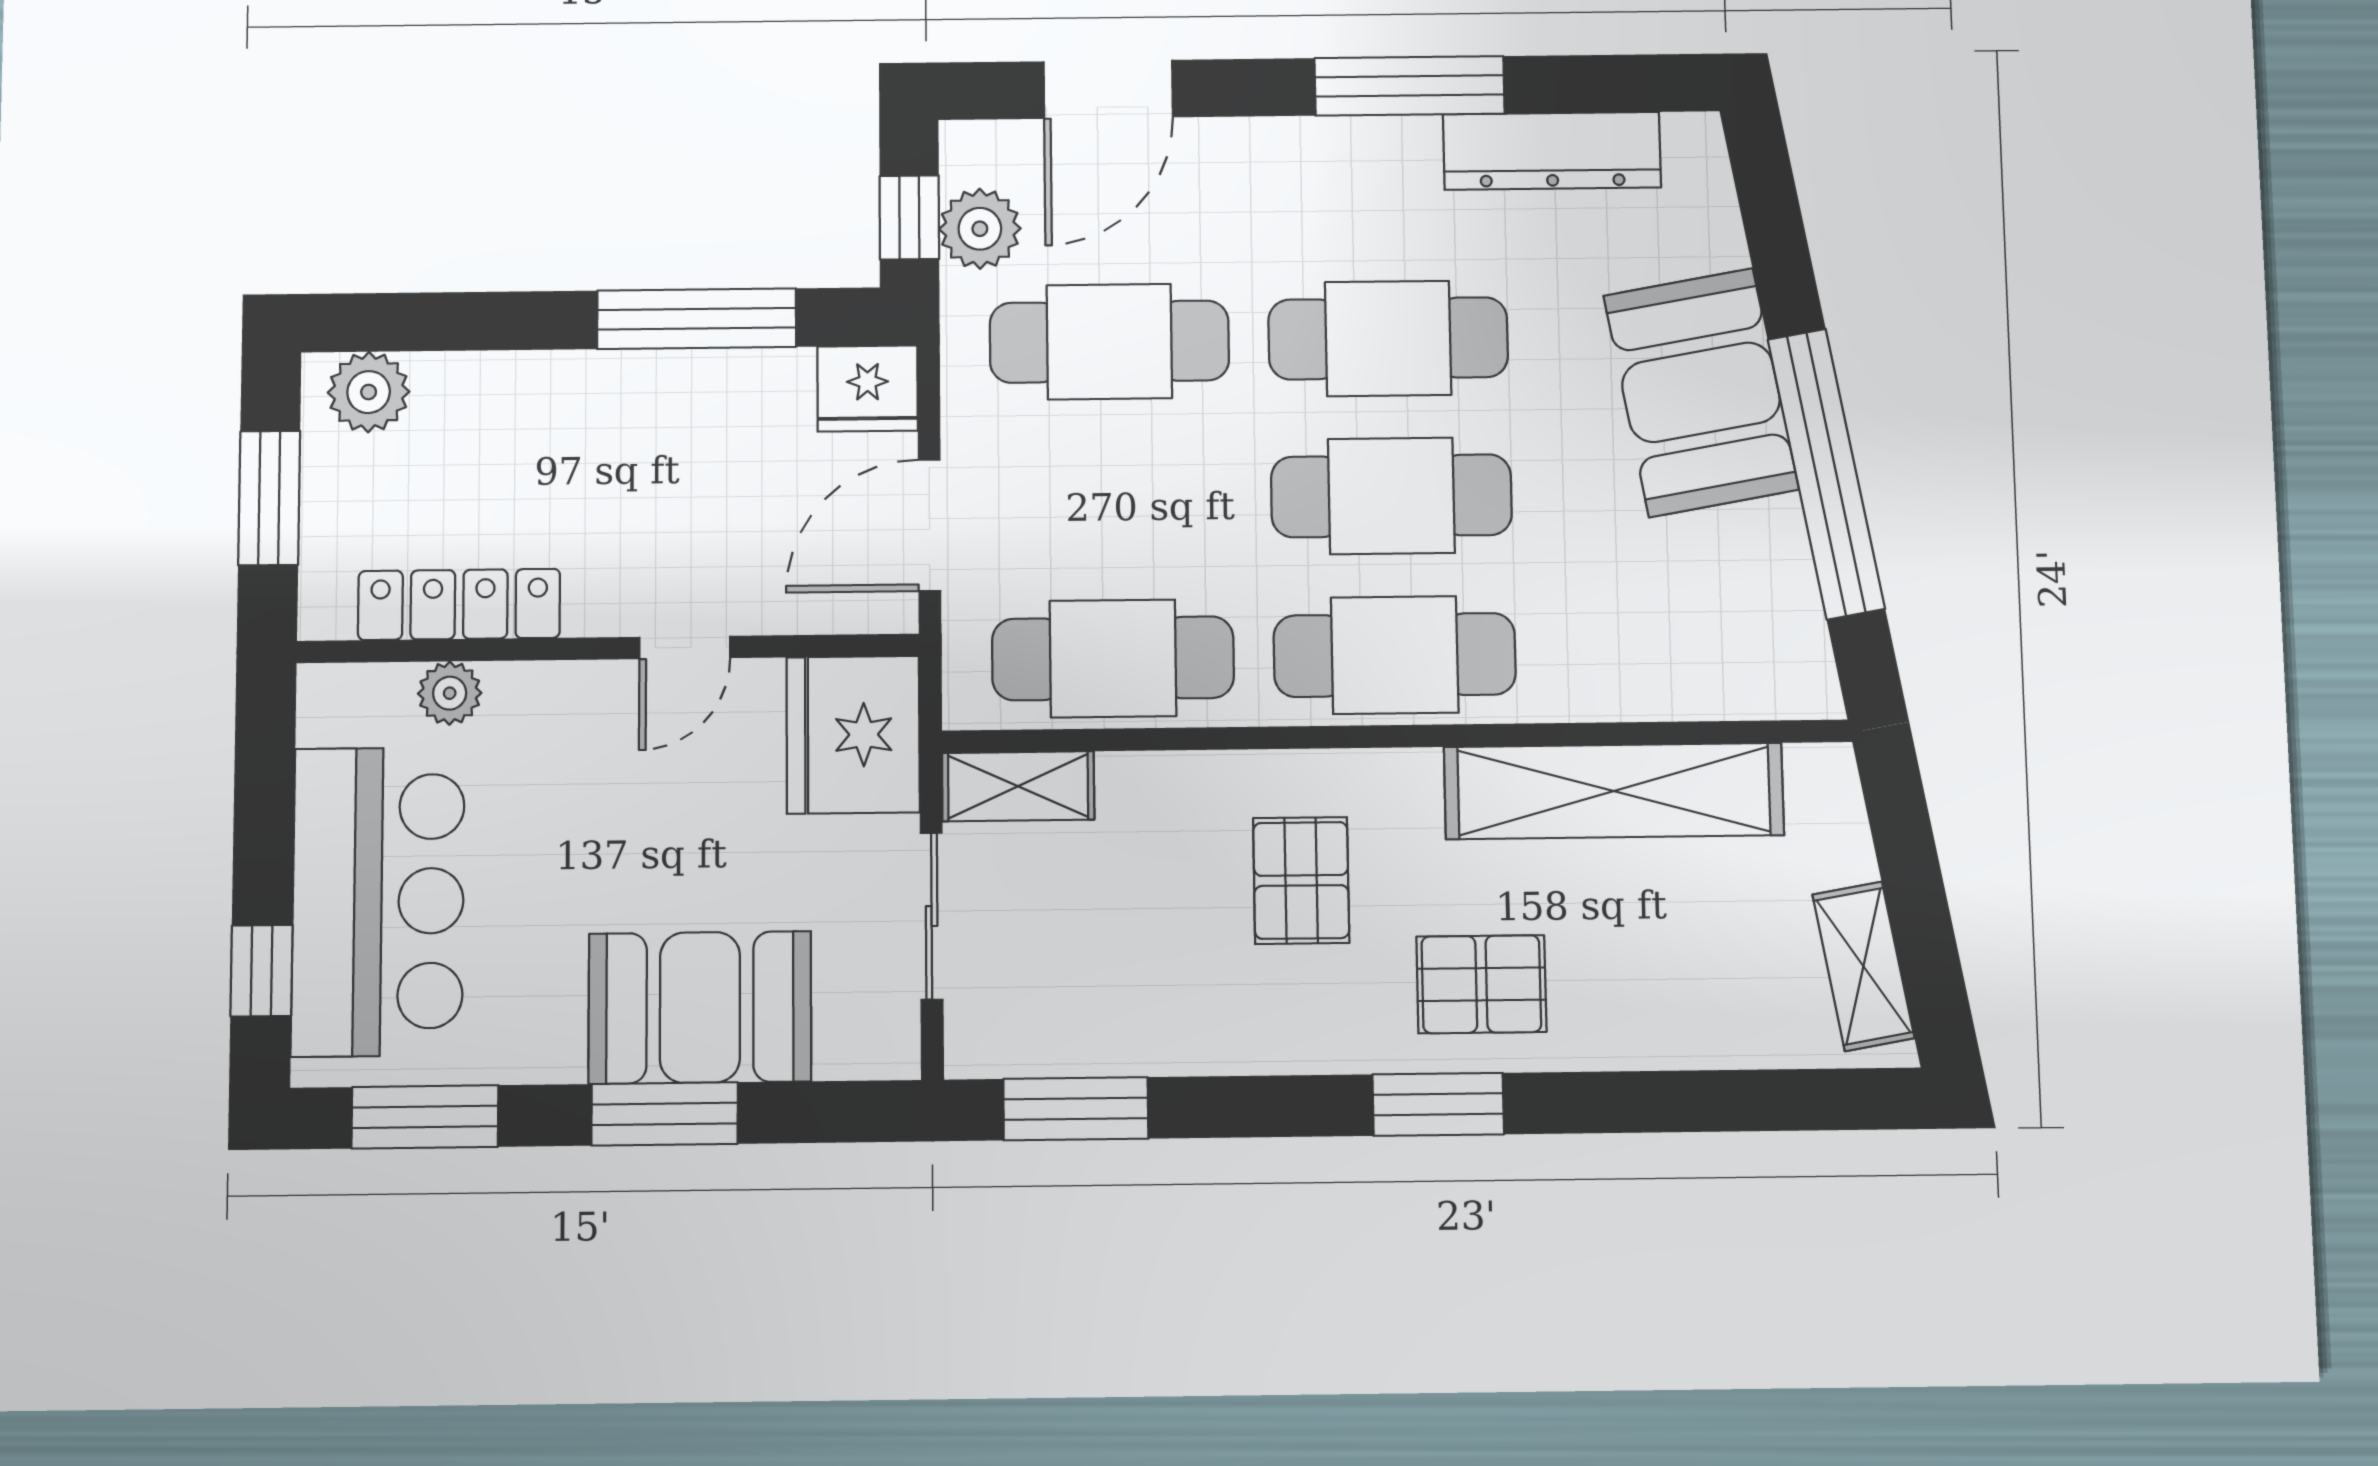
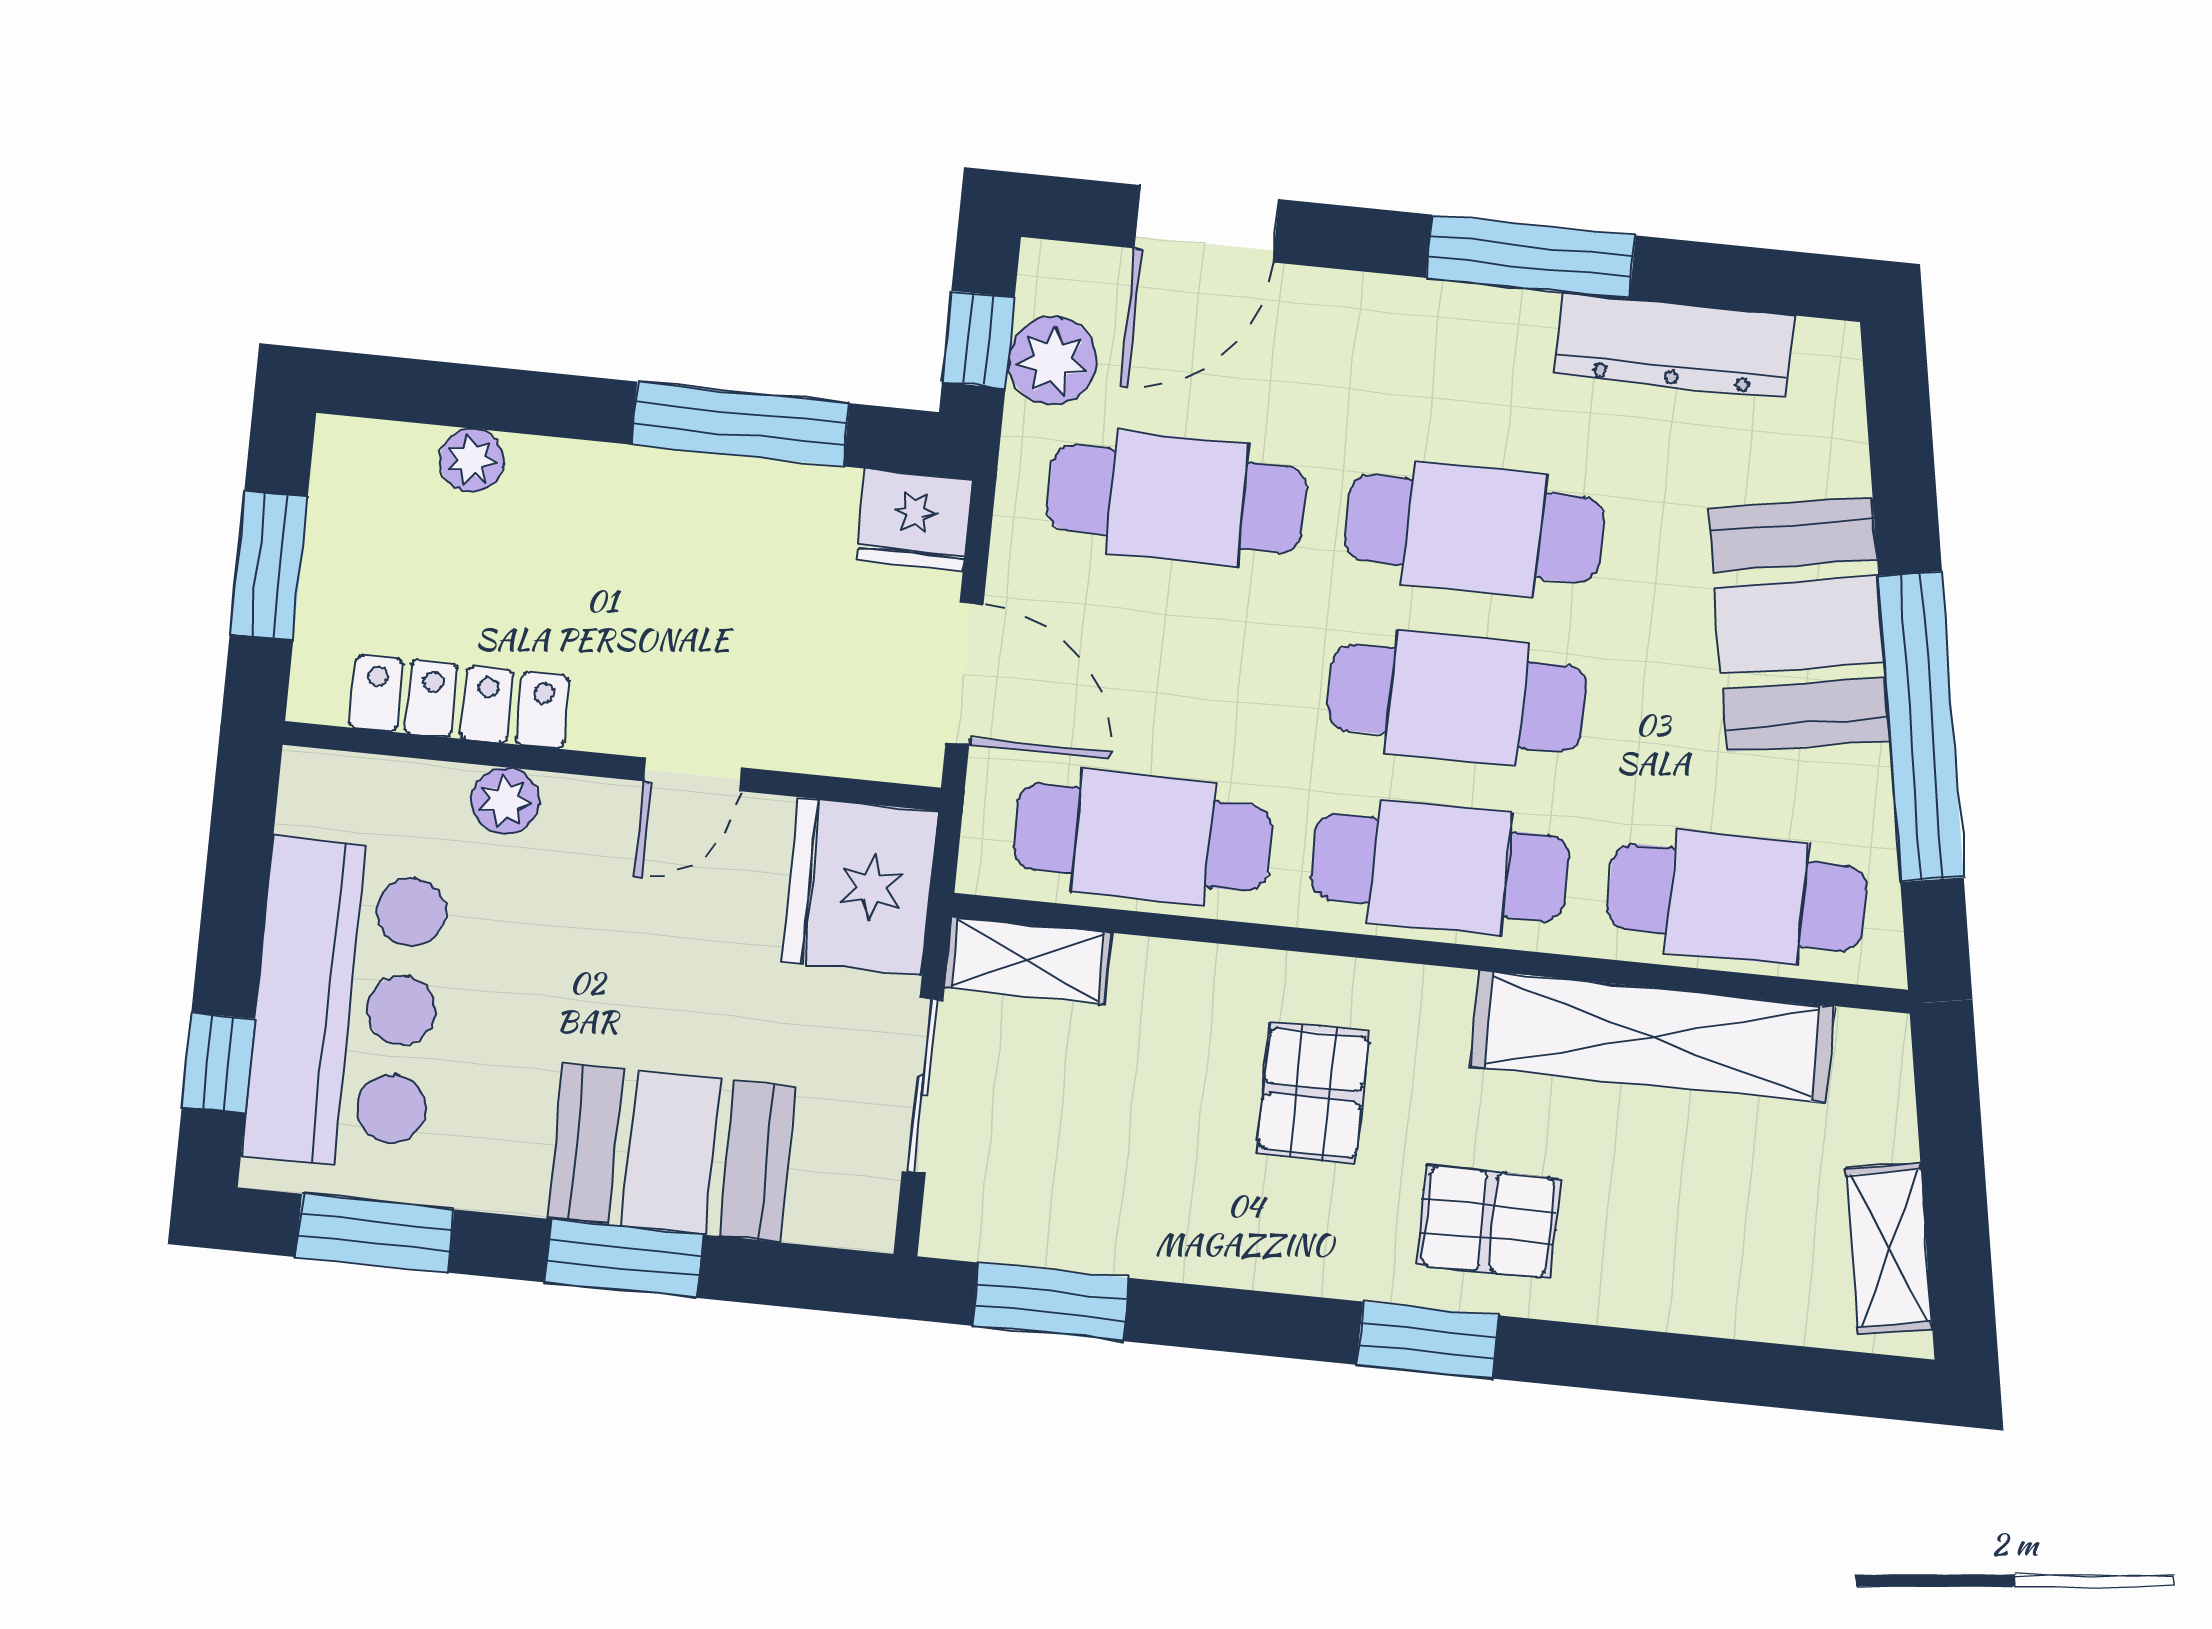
plant: (369, 392) -> (472, 460), moved, width x0.73, depth x0.73
door: (929, 525) -> (964, 674), swing flipped
cafe table: (1676, 652) -> (1737, 898), added
plant: (450, 693) -> (505, 801), moved

